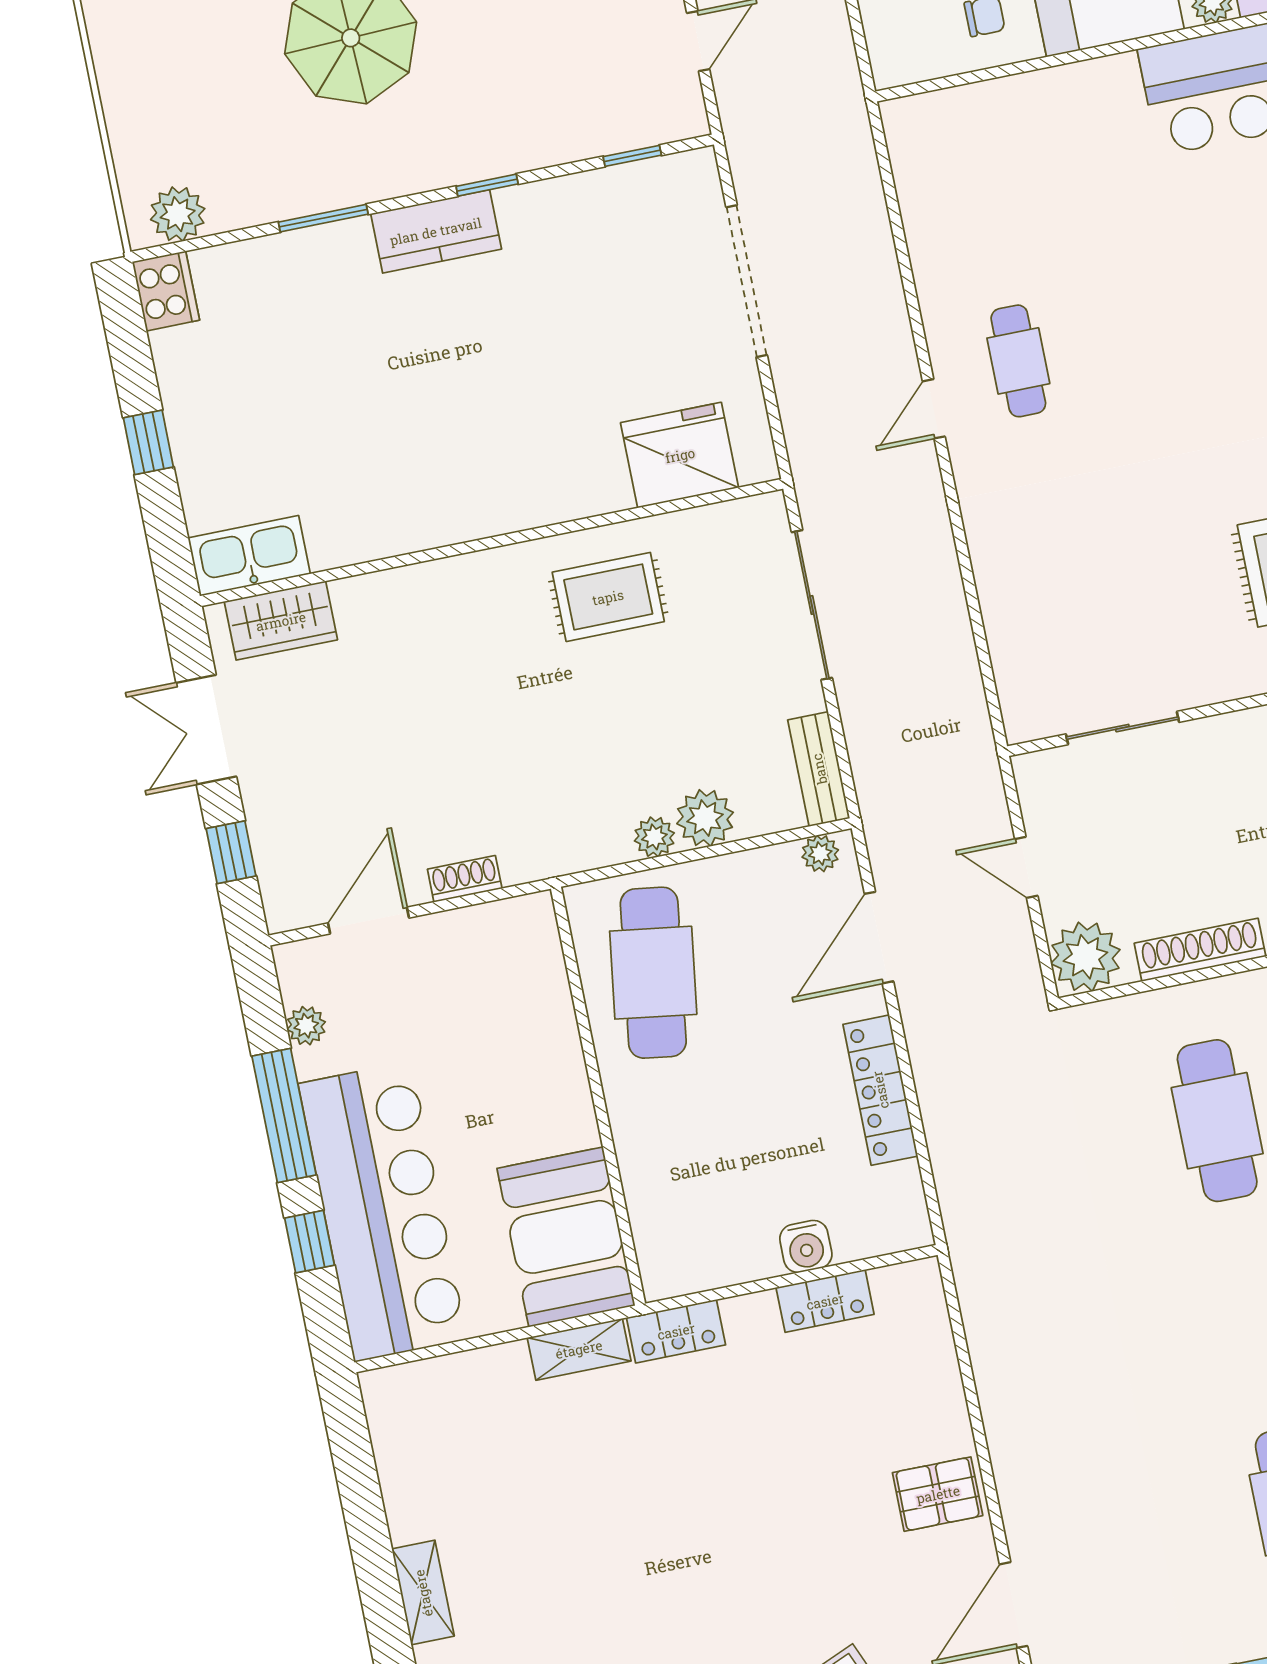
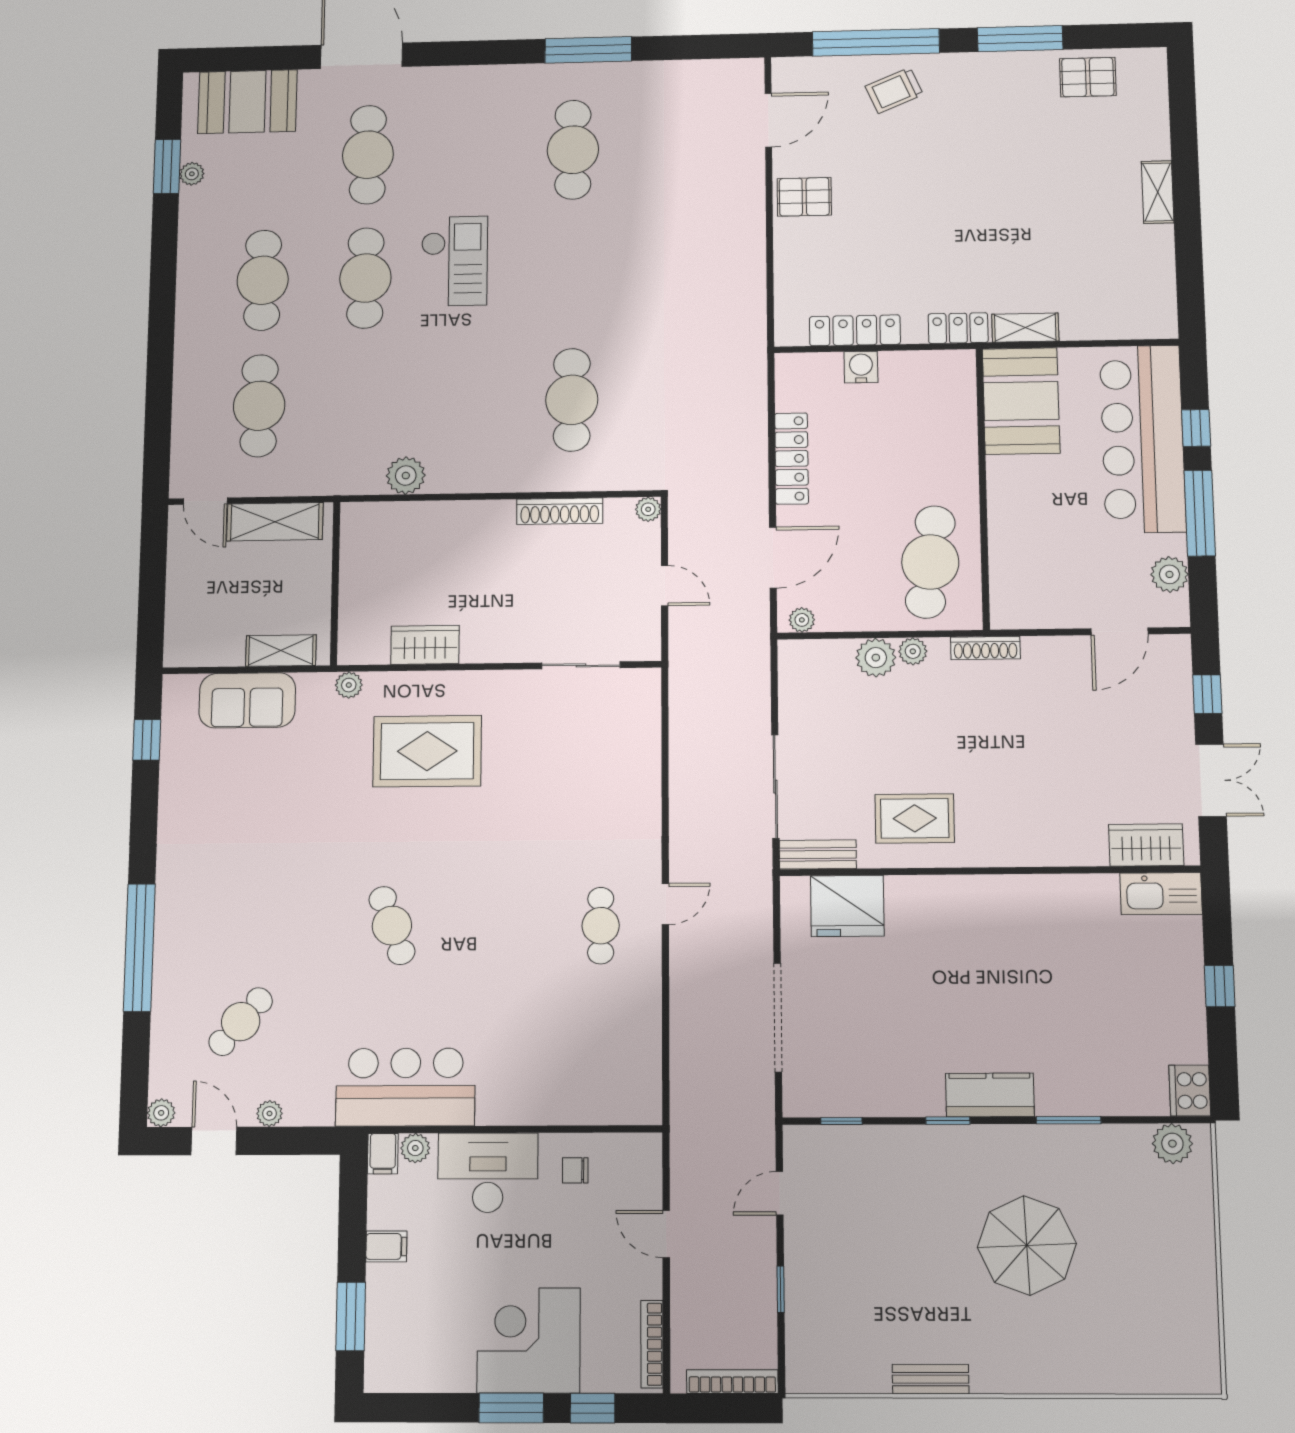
bench: (819, 769) -> (818, 854), moved, turned 90
shoe rack: (465, 879) -> (985, 648), moved, width x1.43
plant: (1085, 957) -> (648, 509), width x0.53, depth x0.53
plant: (306, 1026) -> (1169, 574), width x1.38, depth x1.38
locker: (825, 1301) -> (855, 330), width x1.53

